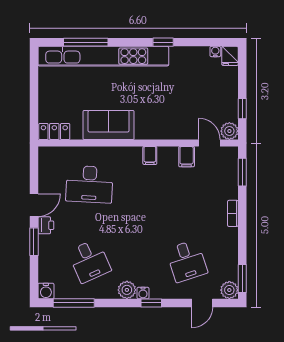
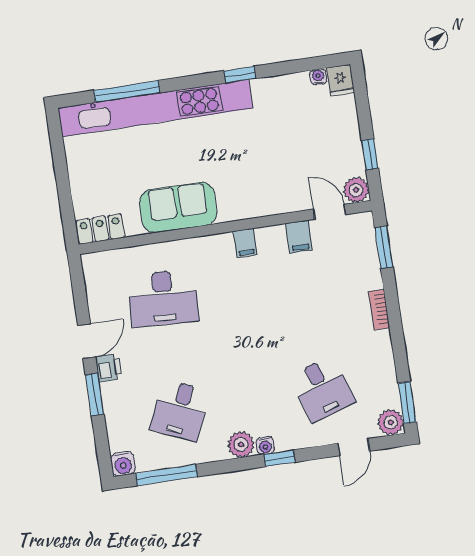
desk: (89, 261) -> (180, 410), turned 48

